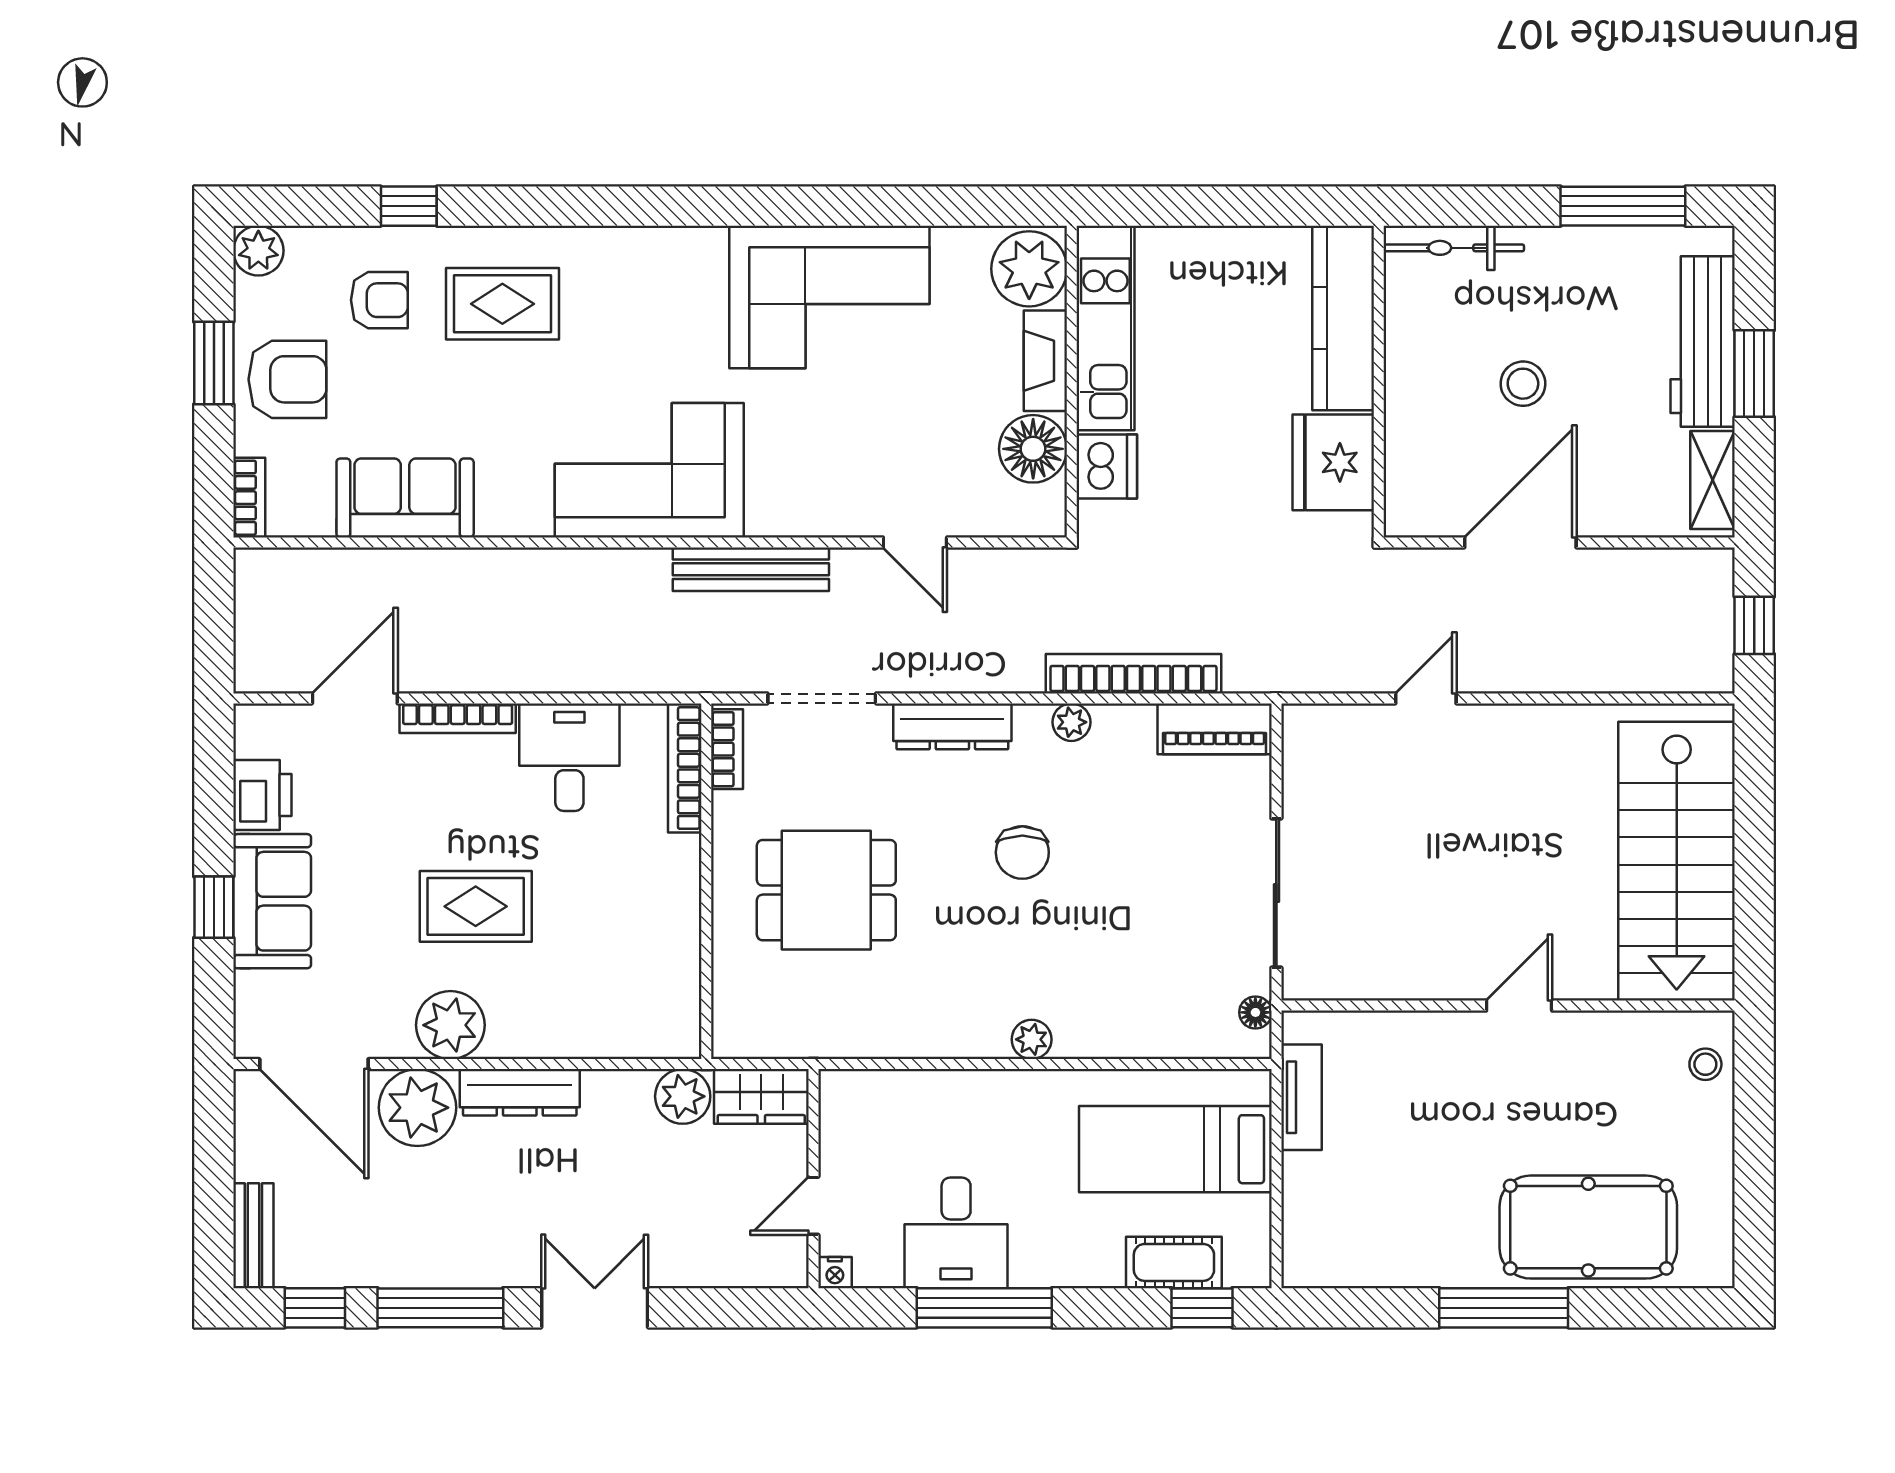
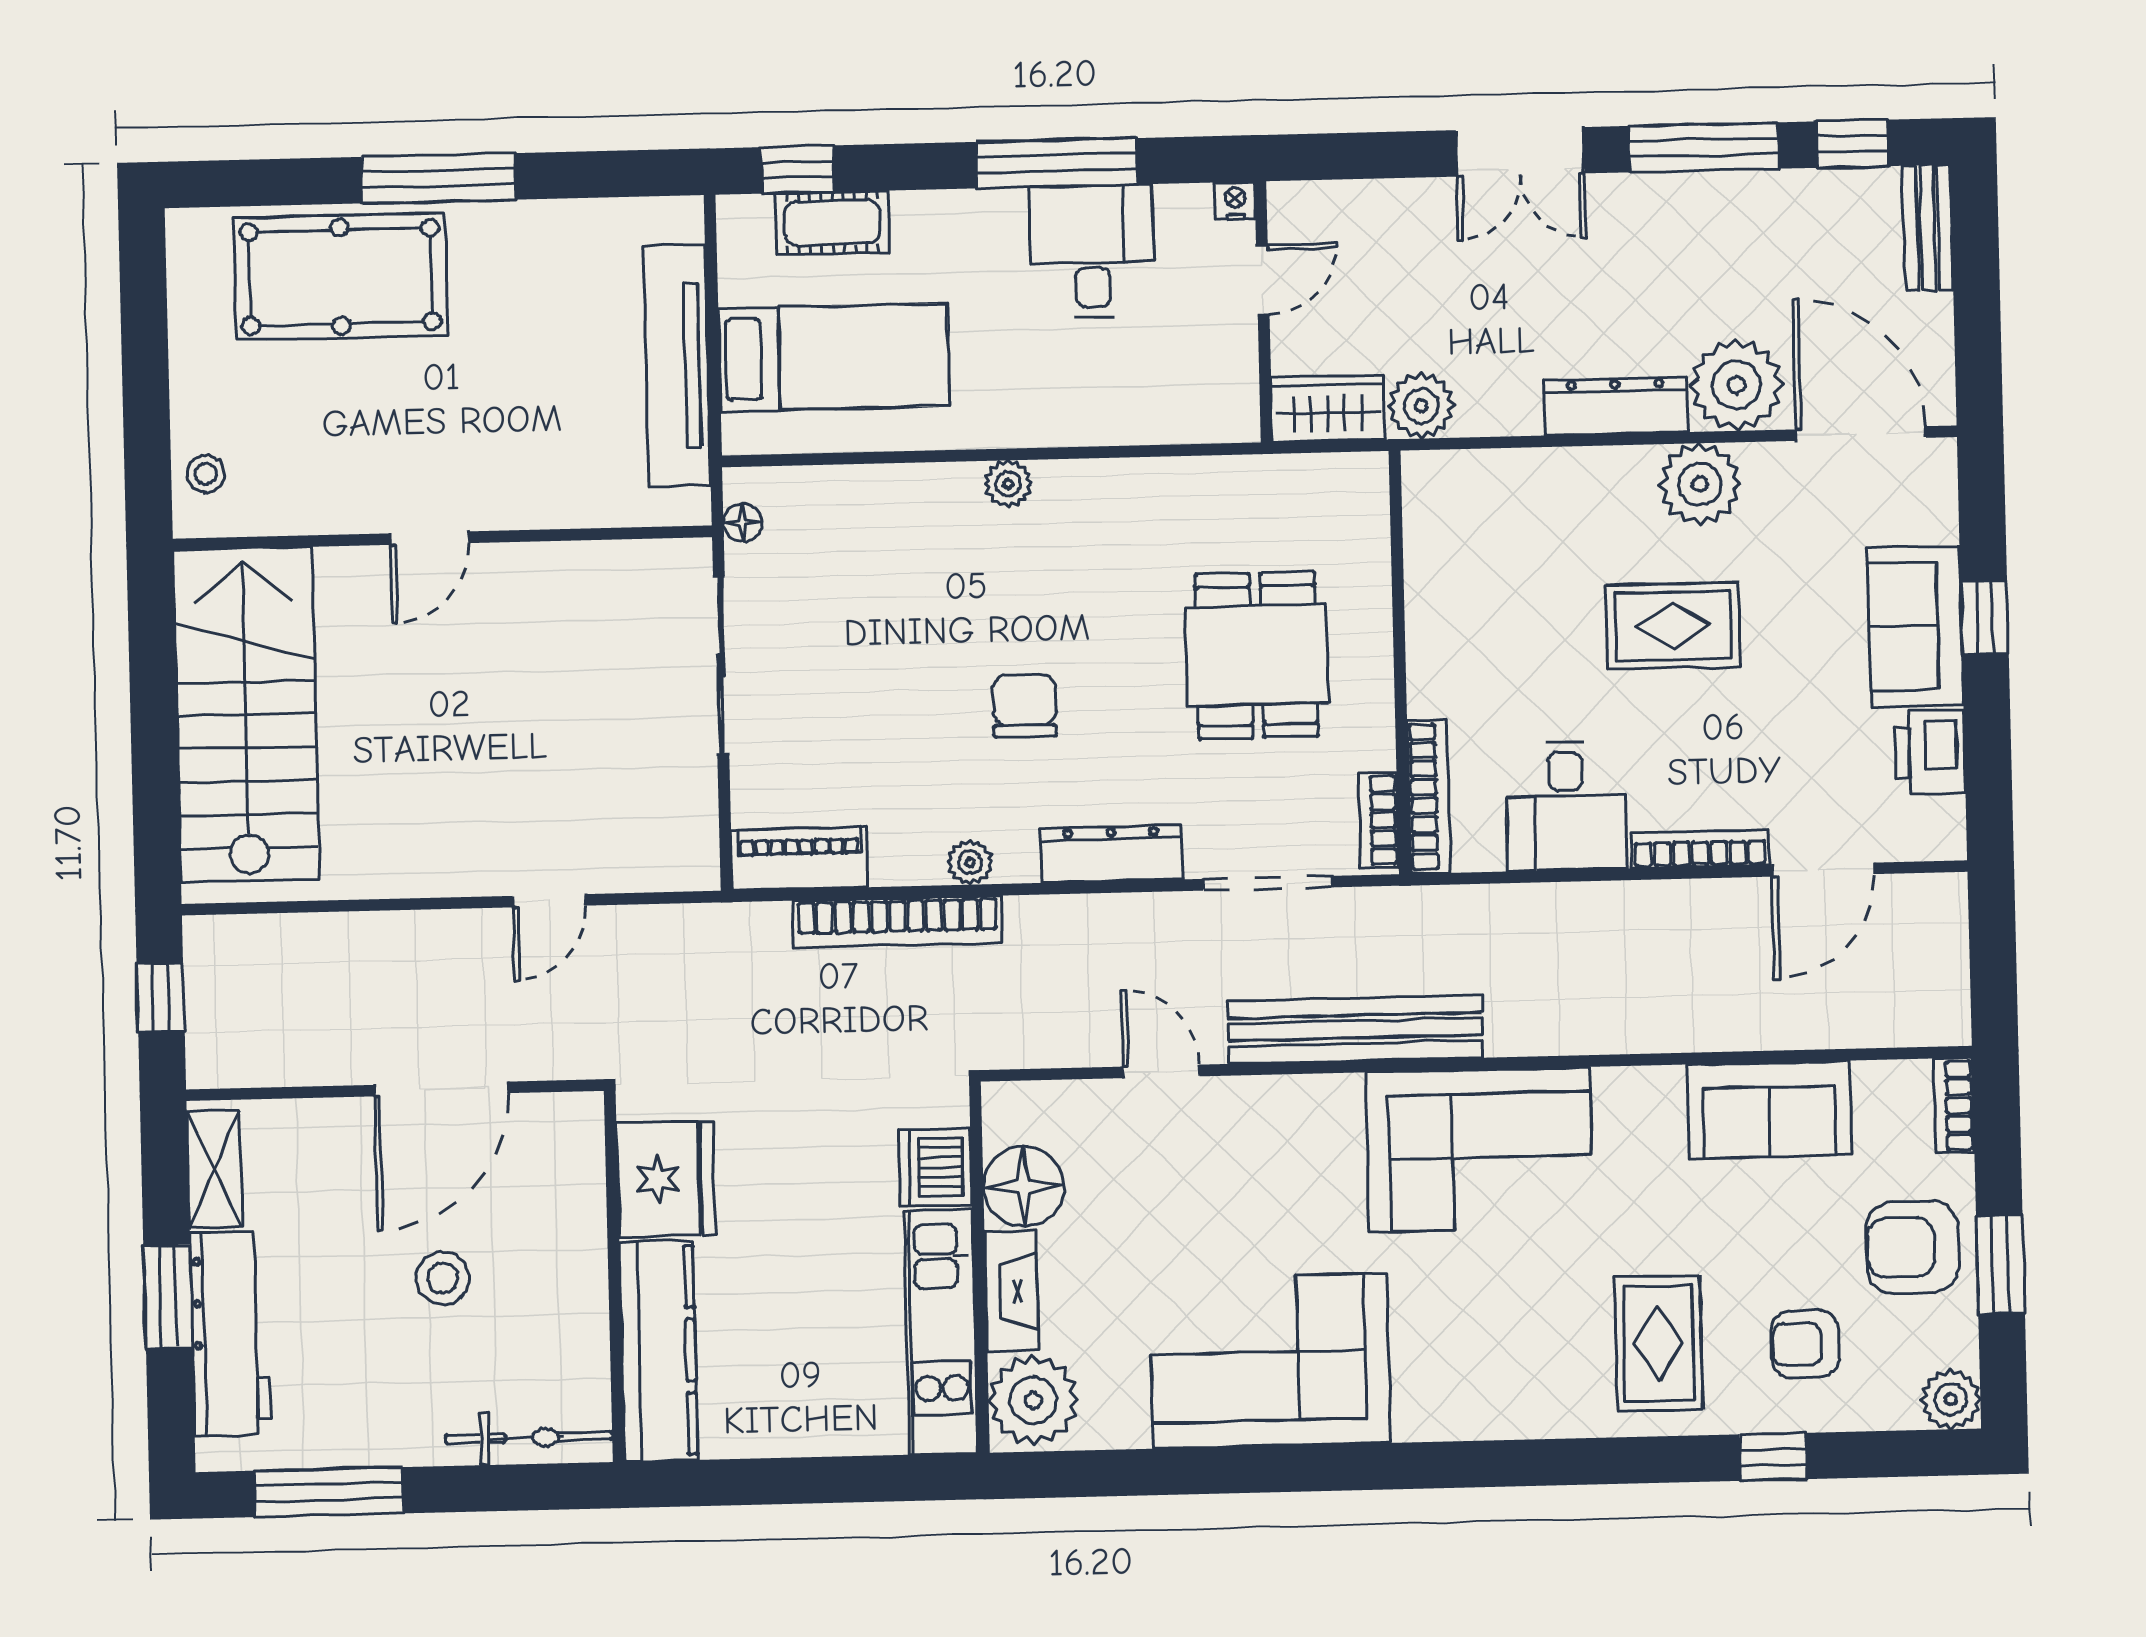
rug: (502, 304) -> (1659, 1343), turned 90
bench: (751, 569) -> (1356, 1029), width x1.37, depth x1.21
dining table: (826, 890) -> (1257, 655), turned 90
tv unit: (1302, 1097) -> (677, 365), width x1.92, depth x1.29

